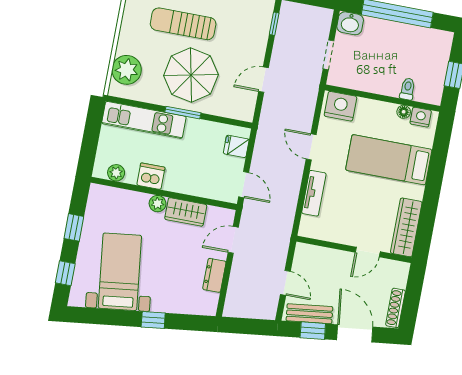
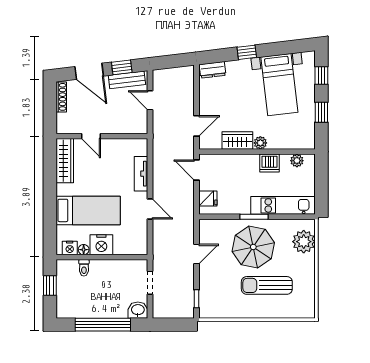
sun lounger: (183, 24) -> (267, 285), turned 180
nightstand: (340, 106) -> (101, 245), moved
door: (368, 252) -> (91, 136), swing flipped
dresser: (214, 275) -> (213, 70), moved, turned 83

